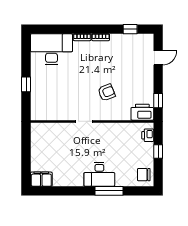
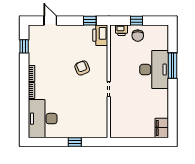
desk: (99, 174) -> (154, 70), width x1.36, depth x1.30
chair: (144, 175) -> (138, 36), moved

